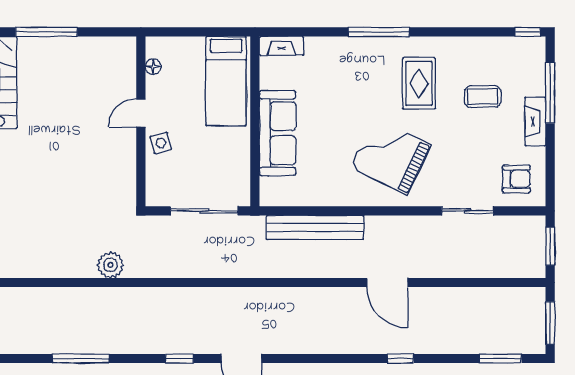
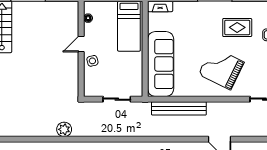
rug: (419, 83) -> (237, 27), turned 90
sofa: (278, 133) -> (161, 64), width x1.36, depth x1.27
sliding door: (204, 211) -> (117, 99), width x0.73

